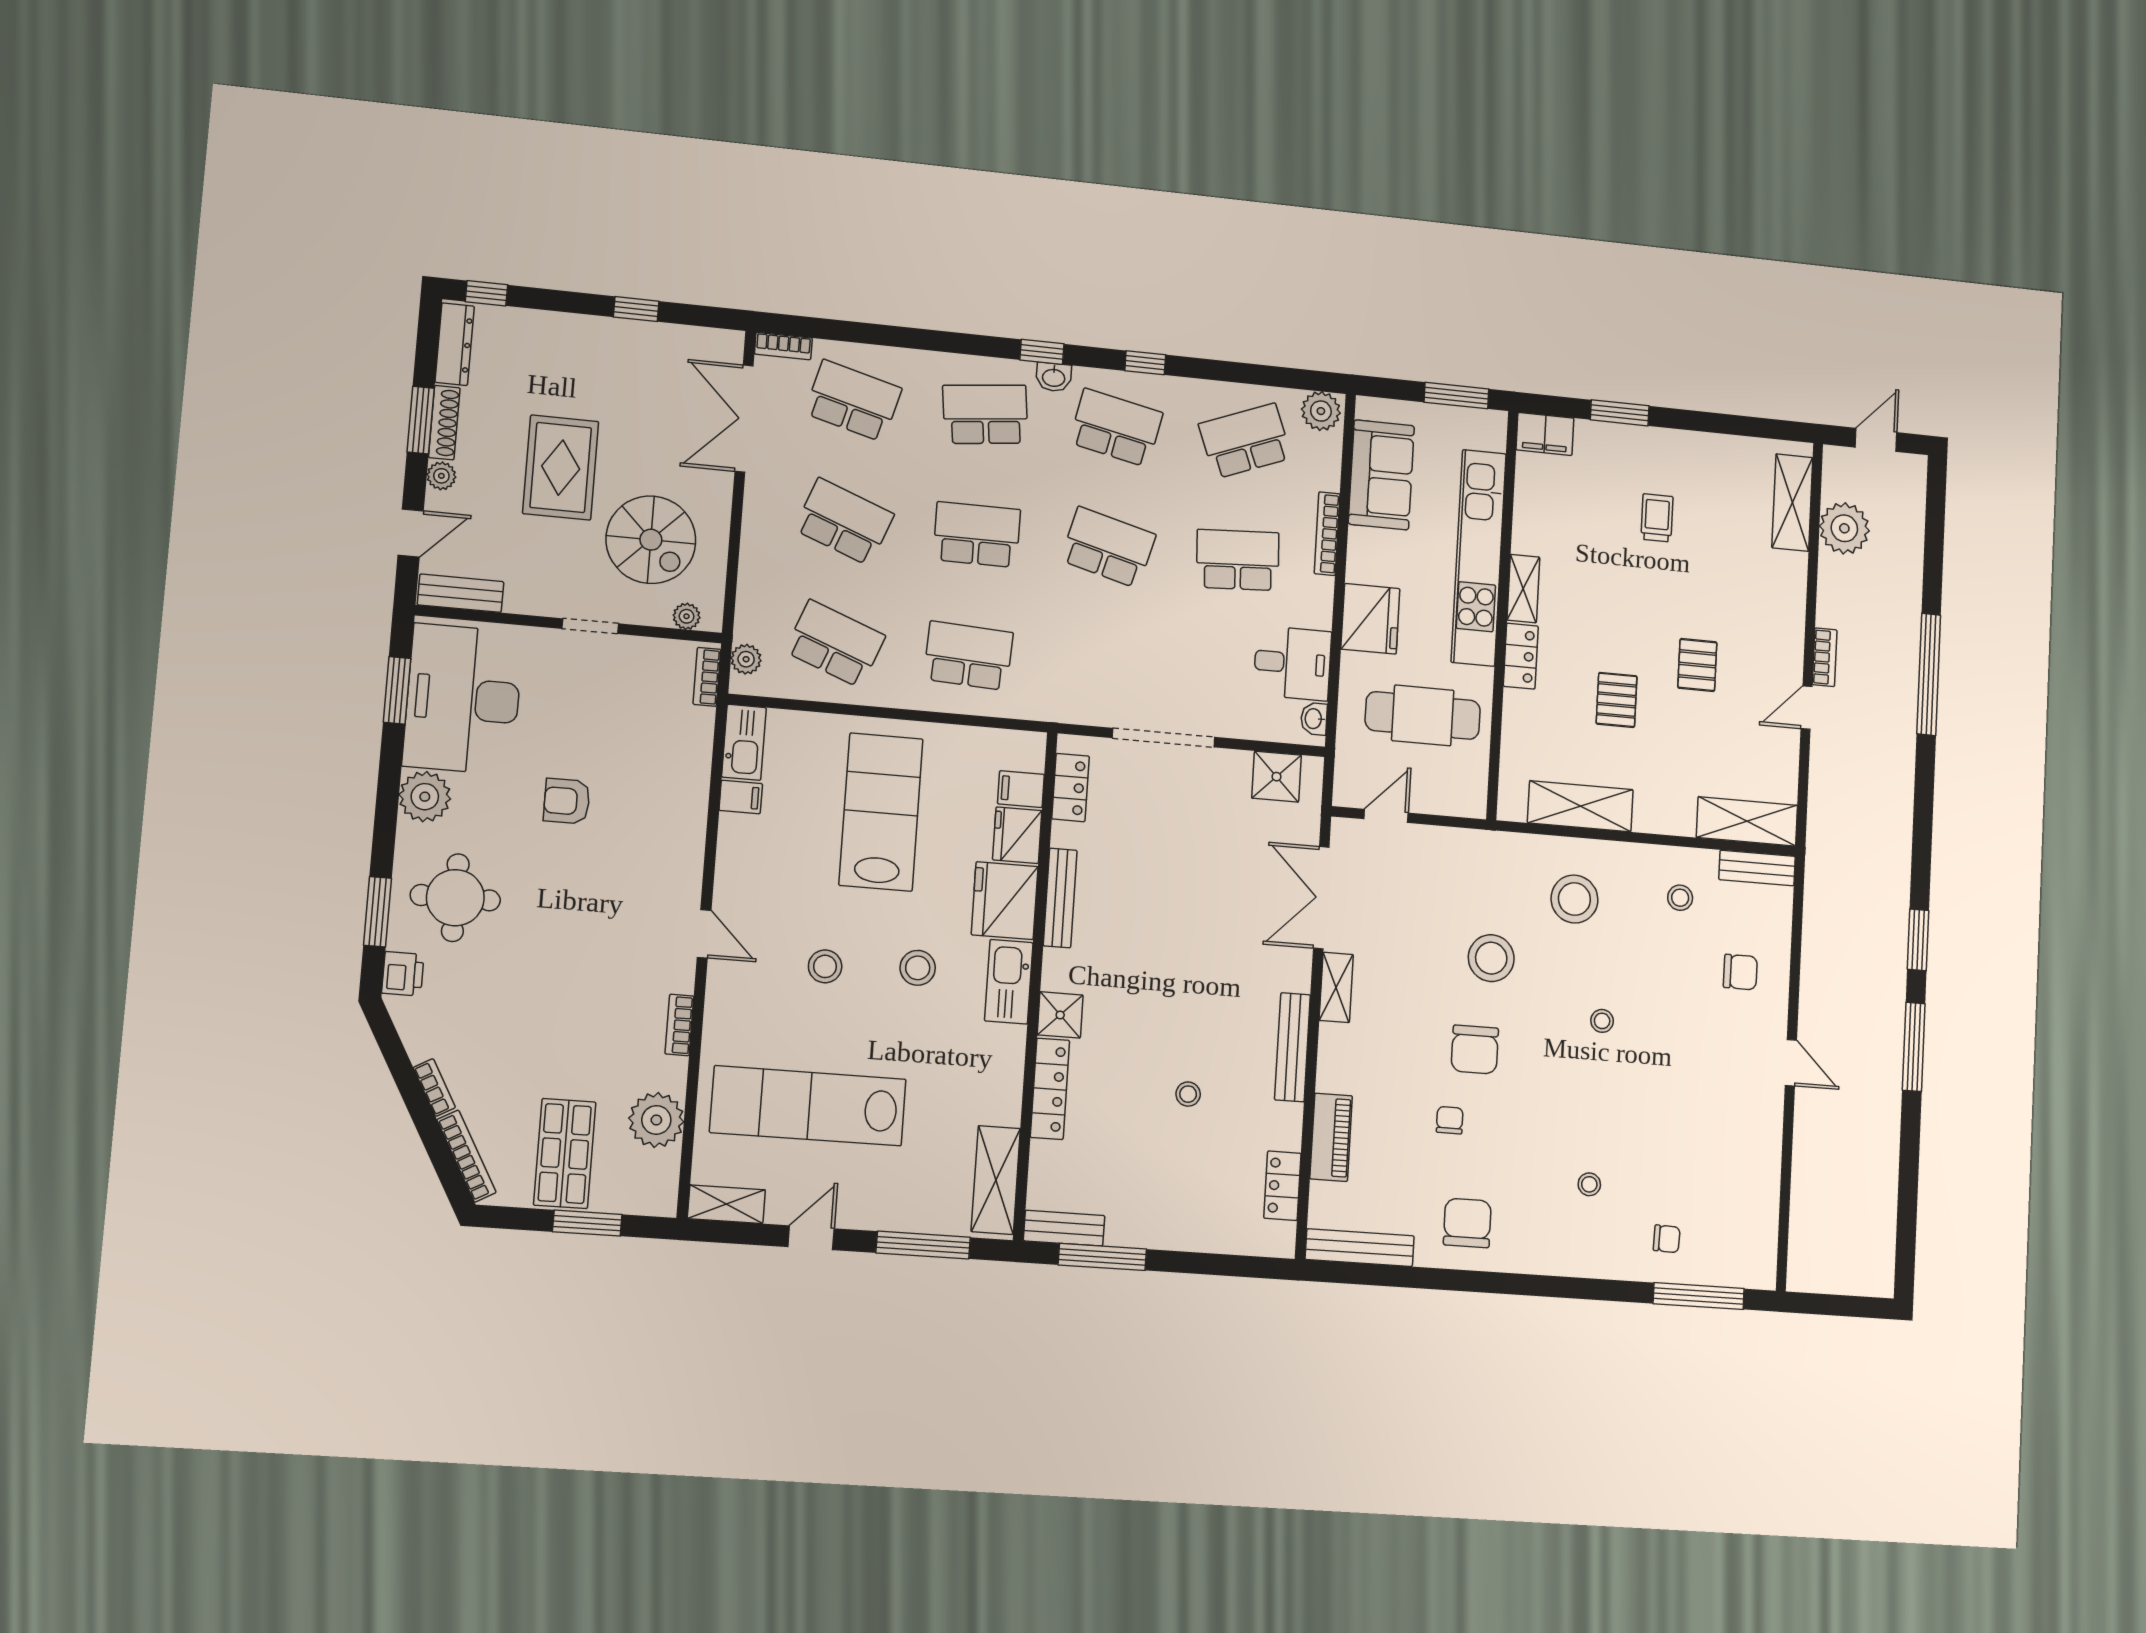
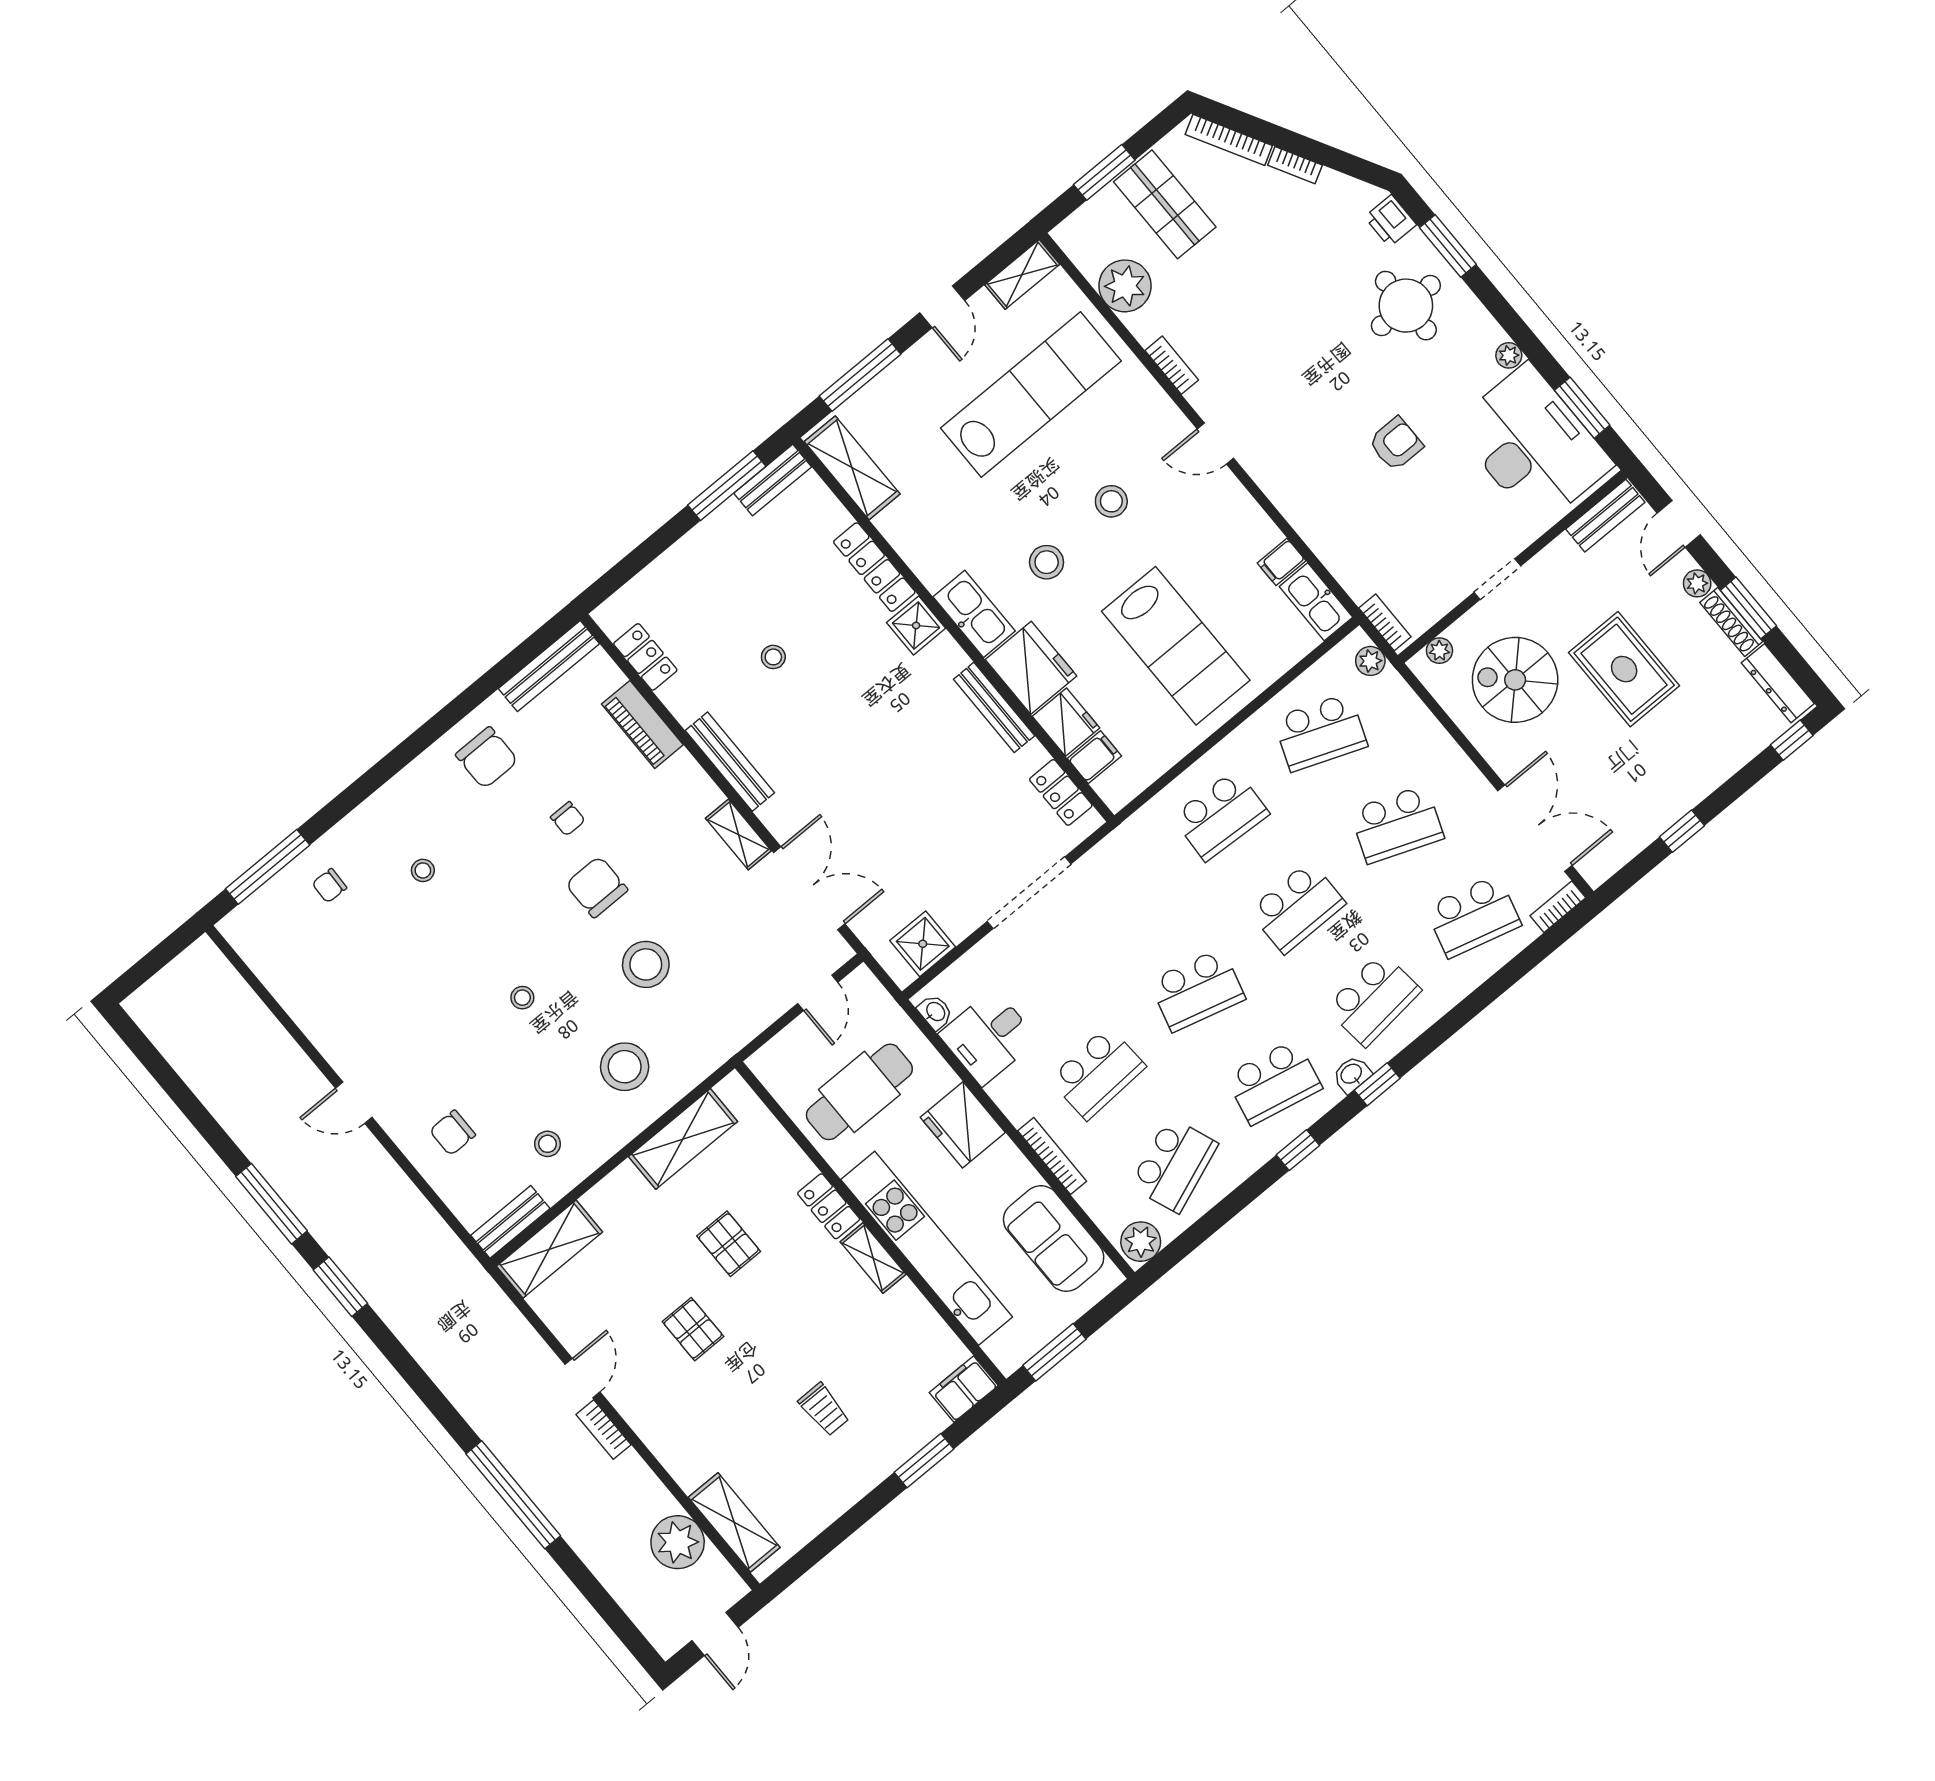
plant: (425, 797) -> (1509, 355), width x0.53, depth x0.53

